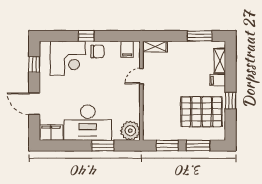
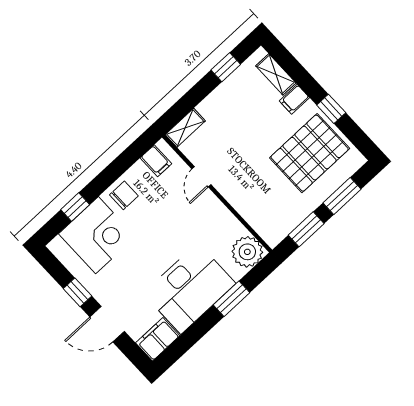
window: (86, 36) -> (75, 207), moved
window: (200, 36) -> (226, 67), width x0.67
window: (34, 64) -> (77, 292), moved

